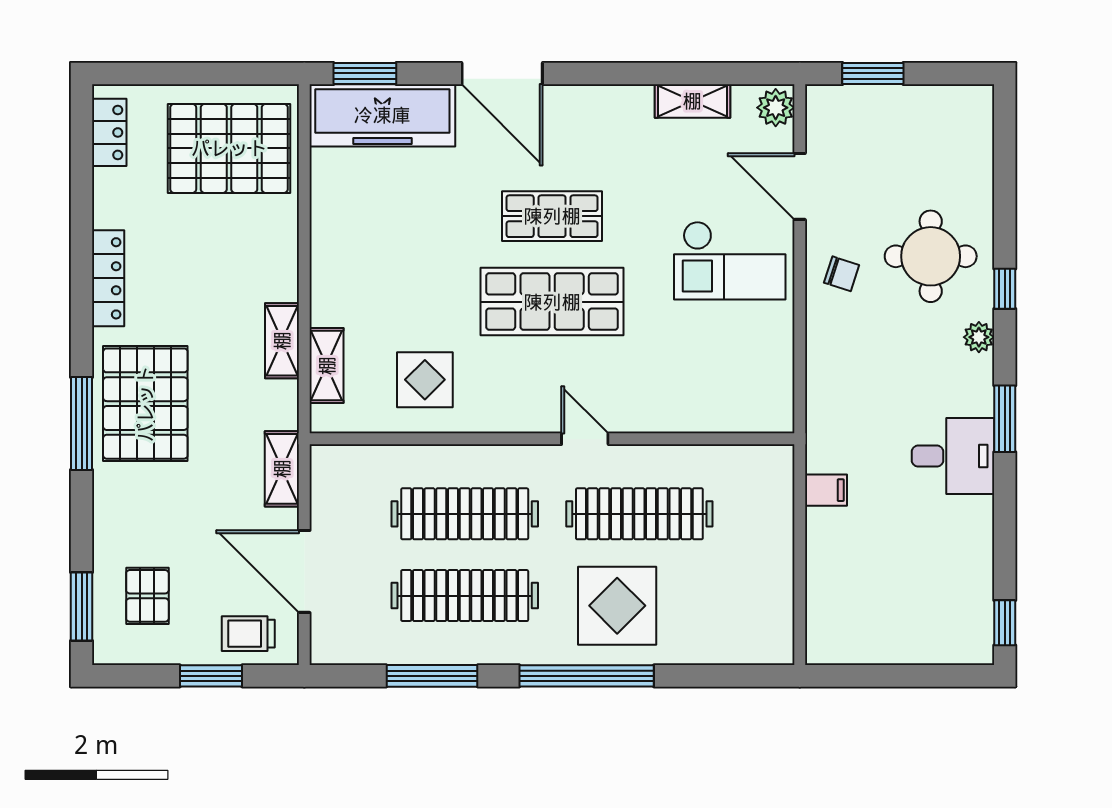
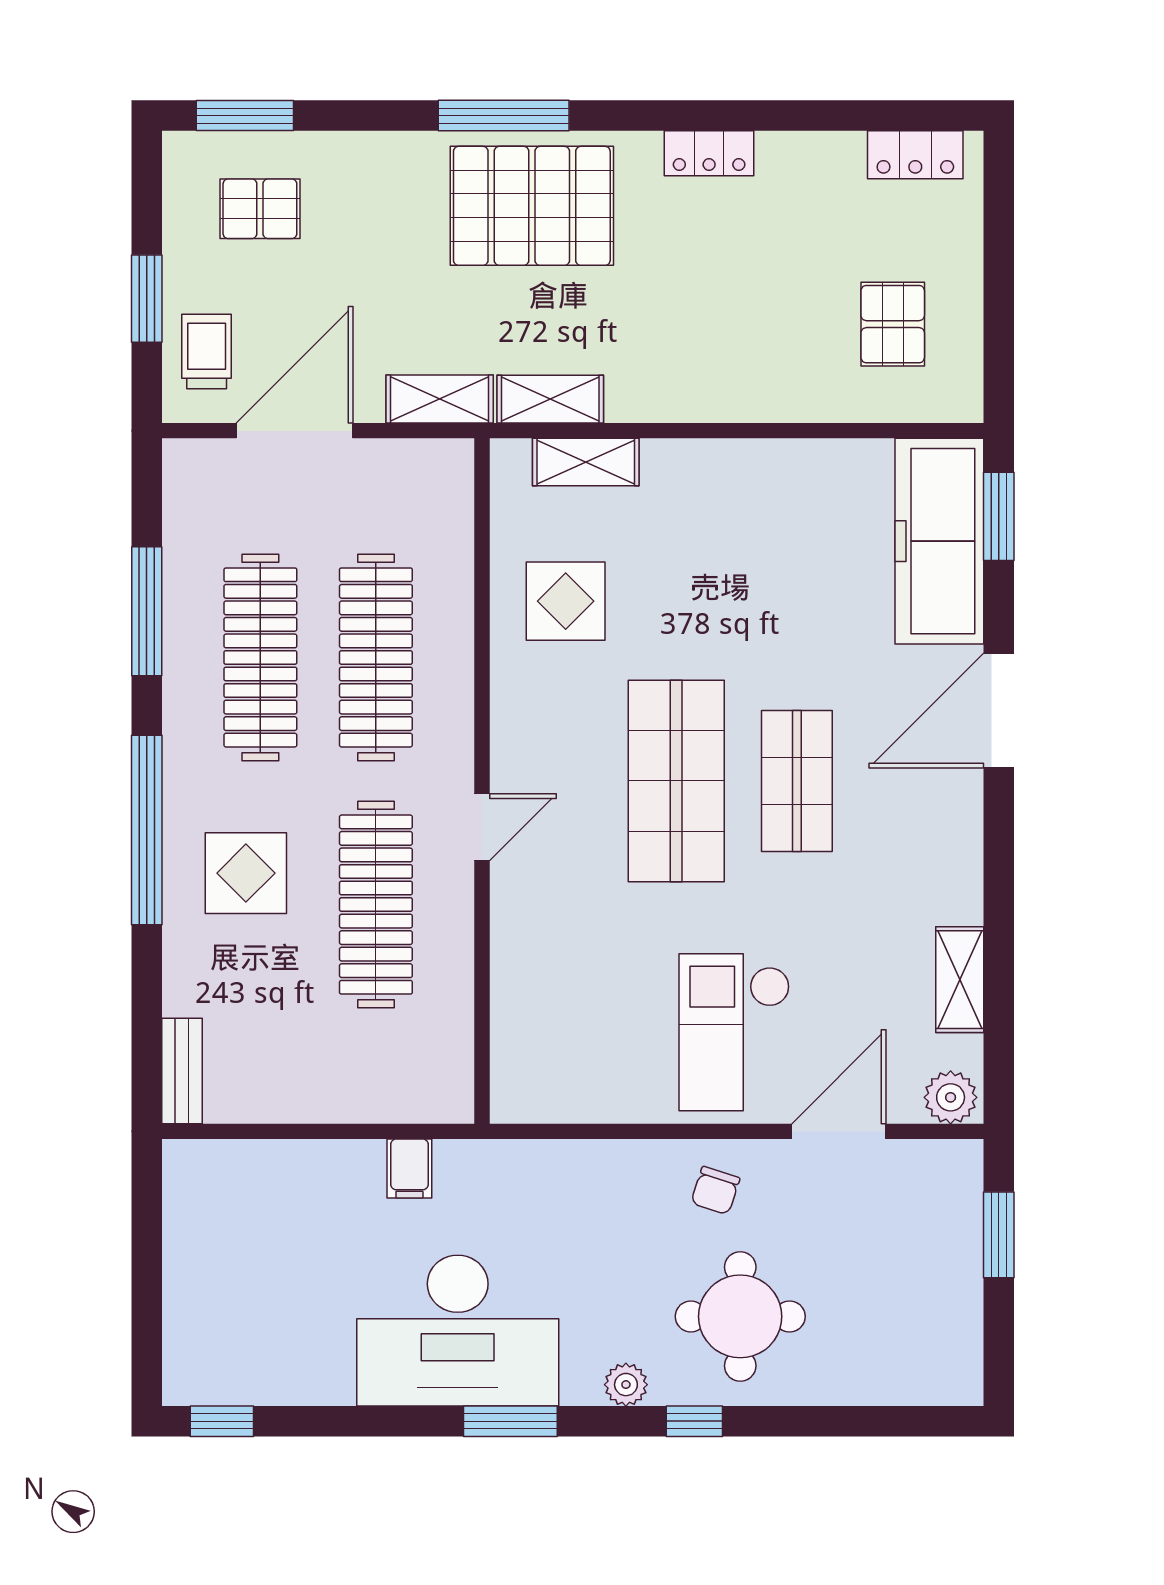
pallet: (229, 148) -> (893, 324), width x0.49, depth x0.50
locker: (108, 278) -> (709, 153), width x0.66
shelving: (282, 341) -> (550, 399), moved
desk: (953, 456) -> (458, 1331), width x1.87, depth x1.30
display table: (617, 606) -> (246, 873), width x0.73, depth x0.73
bench: (757, 651) -> (182, 1071), added

